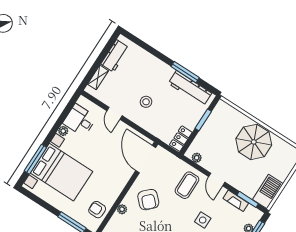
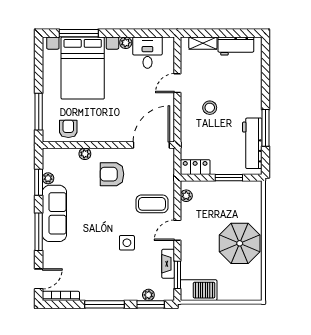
armchair: (148, 200) -> (112, 174), turned 45

